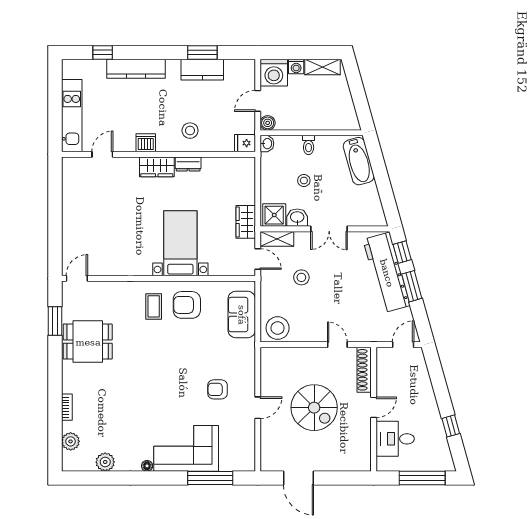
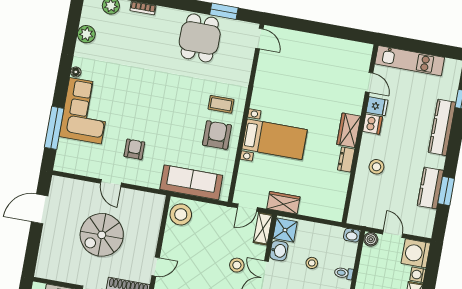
fridge: (245, 143) -> (377, 106), moved, turned 90
stool: (301, 277) -> (237, 265), moved
sofa: (242, 315) -> (191, 182), width x1.36

